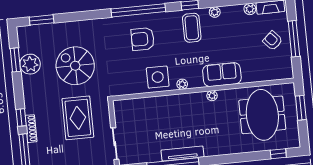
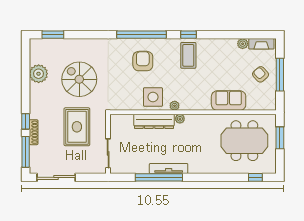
plant: (215, 12) -> (211, 43), removed
armchair: (143, 39) -> (143, 61), turned 90
window: (15, 60) -> (26, 68), removed
sofa: (222, 75) -> (229, 101), moved
plant: (212, 96) -> (180, 119), moved
dresser: (161, 104) -> (154, 121), added
meeting table: (262, 115) -> (244, 141), turned 90

